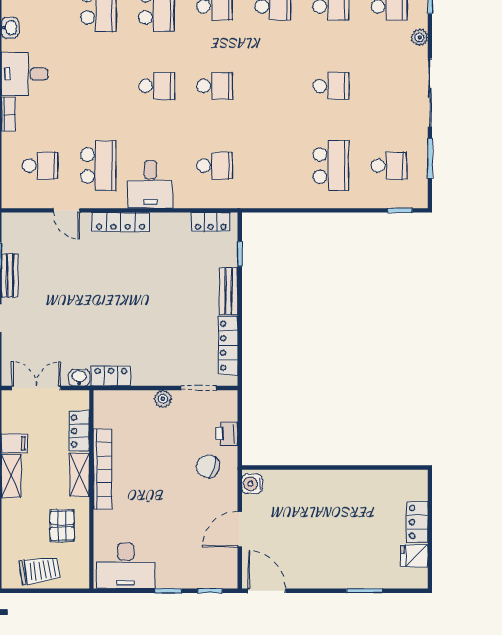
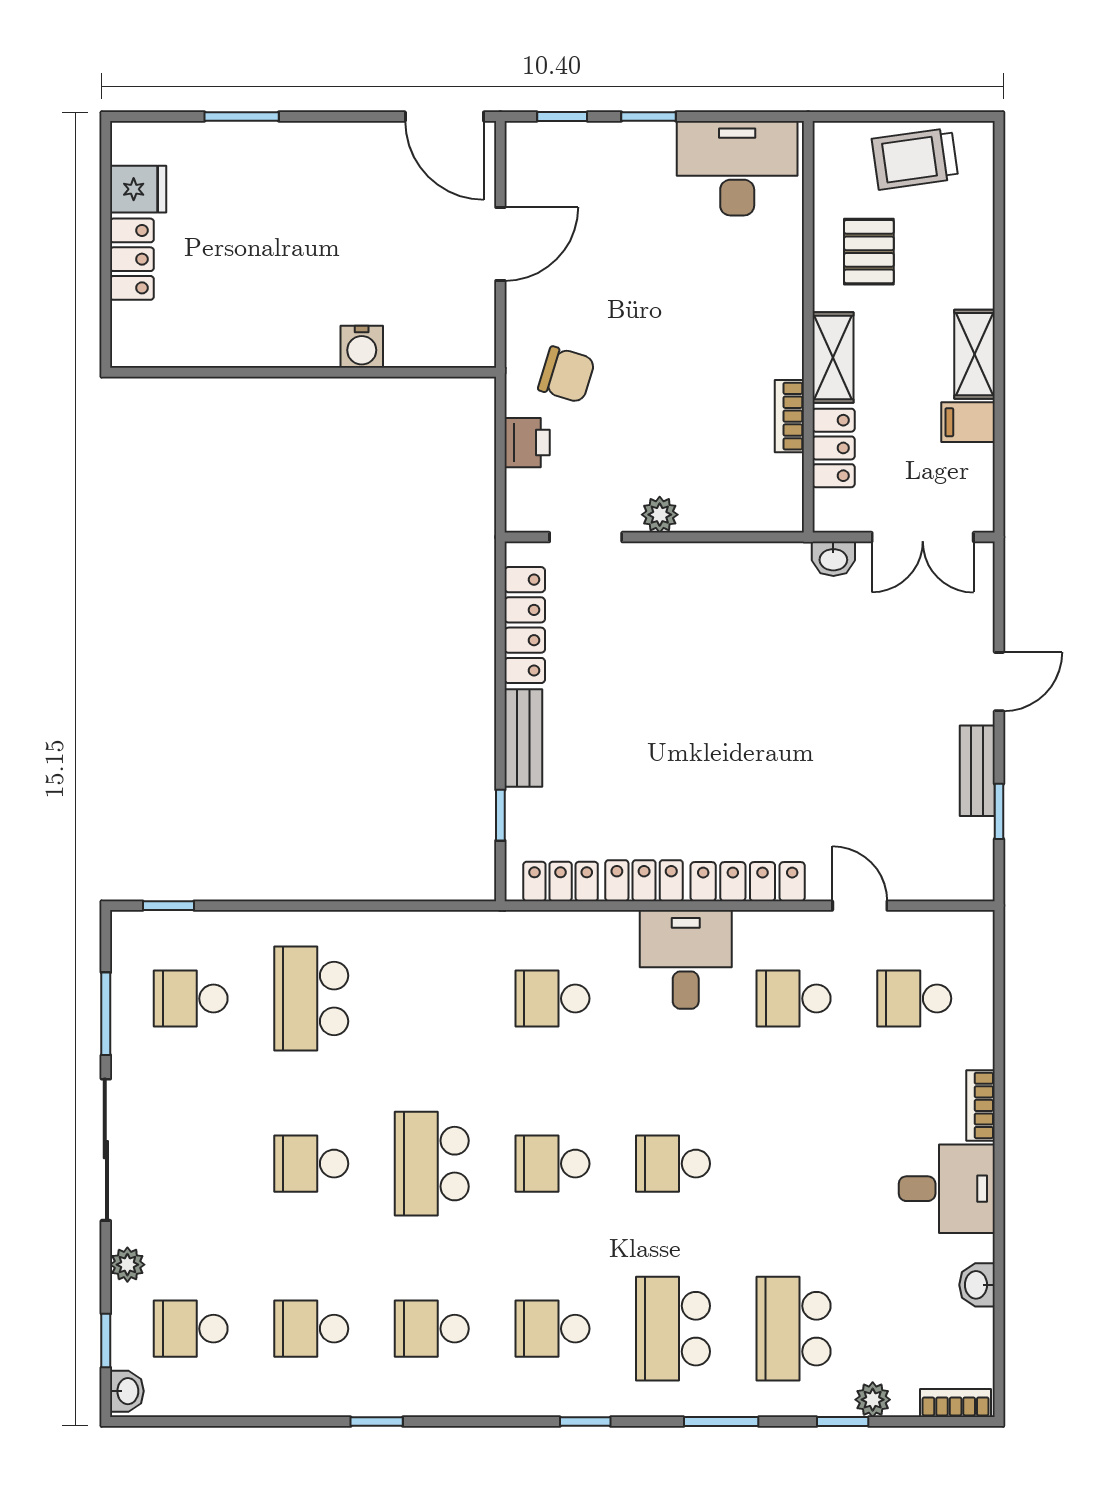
school desk: (273, 86) -> (432, 1164), added
school desk: (98, 166) -> (794, 998), width x0.54
locker: (111, 376) -> (644, 881), moved, turned 180
bookcase: (103, 469) -> (789, 416), width x0.43, depth x0.76
water cooler: (252, 484) -> (362, 347), moved, turned 90

